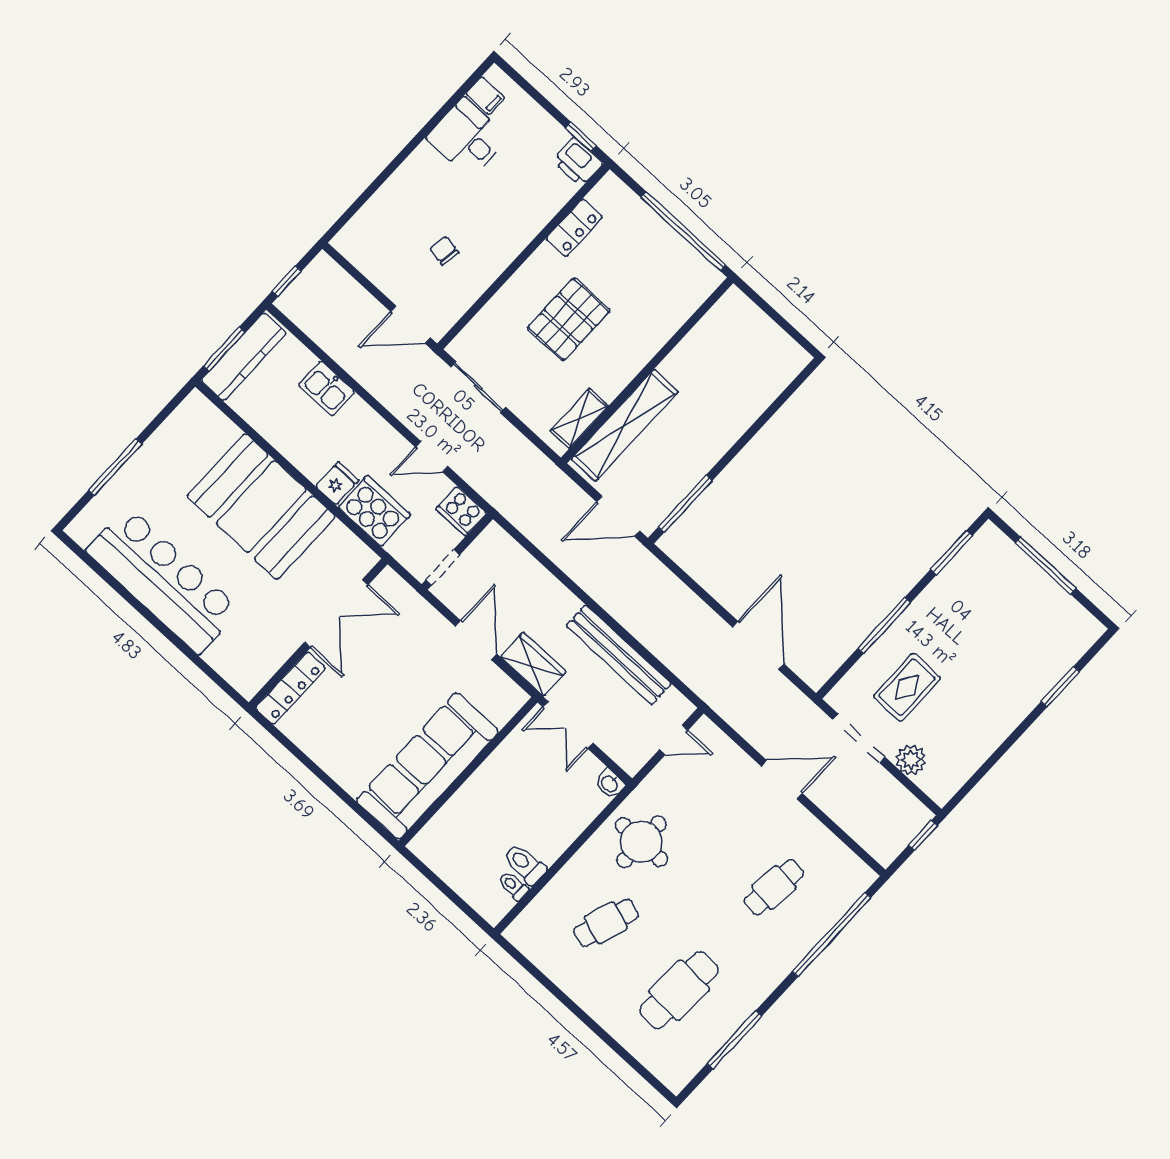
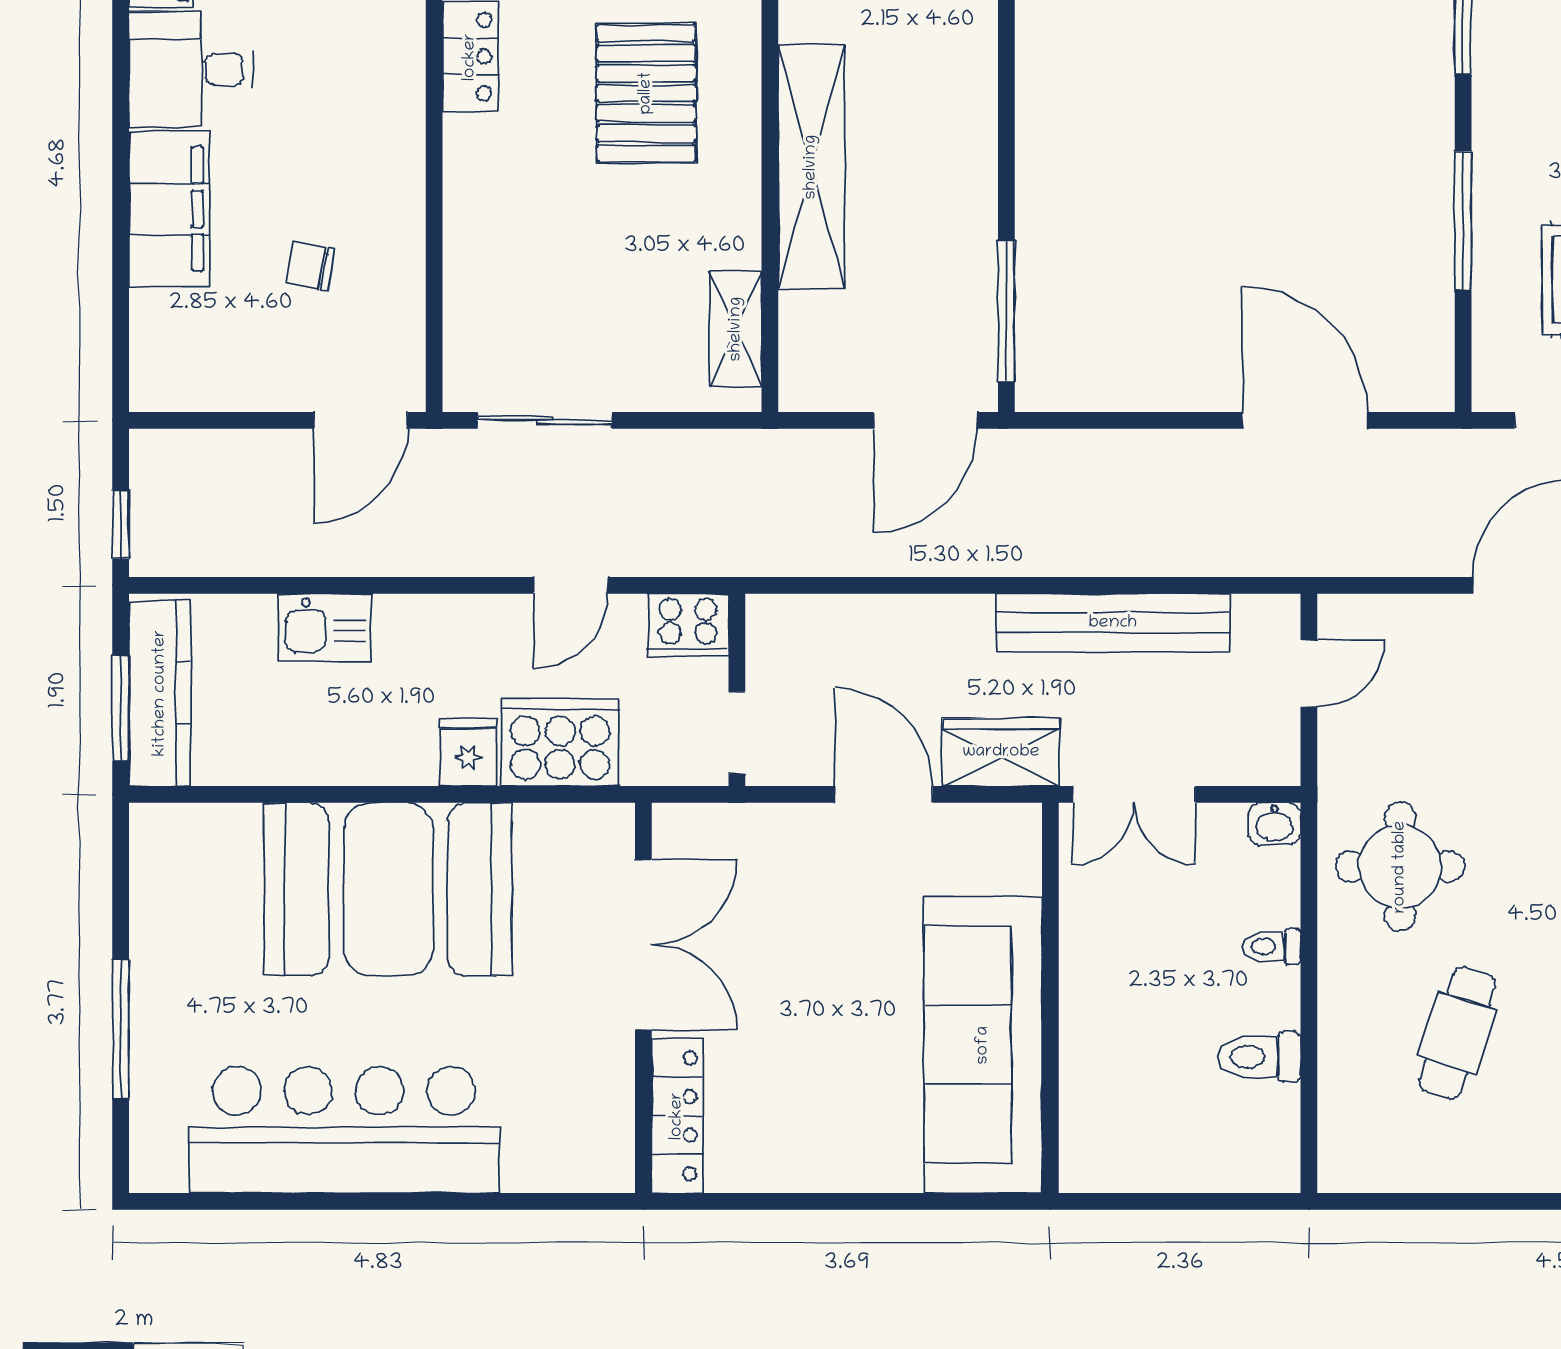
filing cabinet: (412, 182) -> (169, 209), added
pallet: (569, 319) -> (646, 93), moved
shelving: (625, 425) -> (811, 167), moved
toilet: (513, 886) -> (1272, 946), moved

